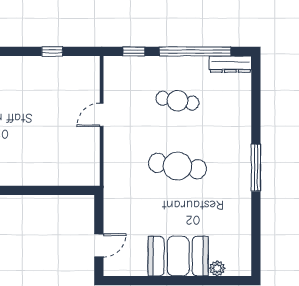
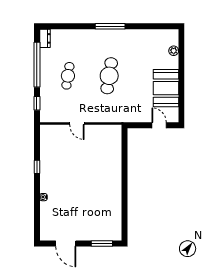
window: (52, 51) -> (37, 167), moved
dresser: (230, 64) -> (45, 38), width x0.70
booth: (178, 256) -> (166, 88), moved

